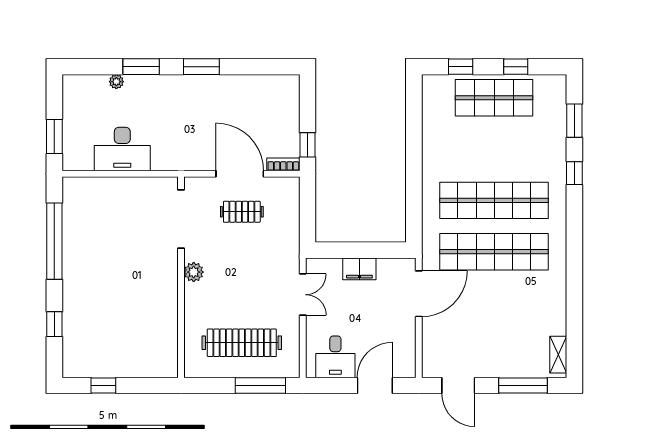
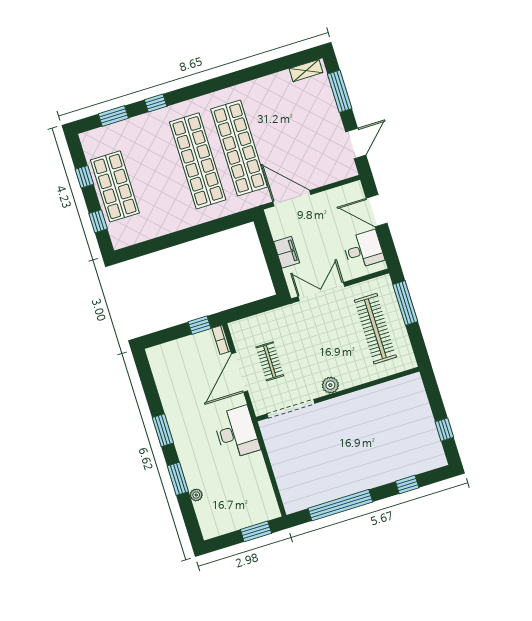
desk: (122, 149) -> (236, 432), moved
double door: (303, 295) -> (321, 292), width x1.37

